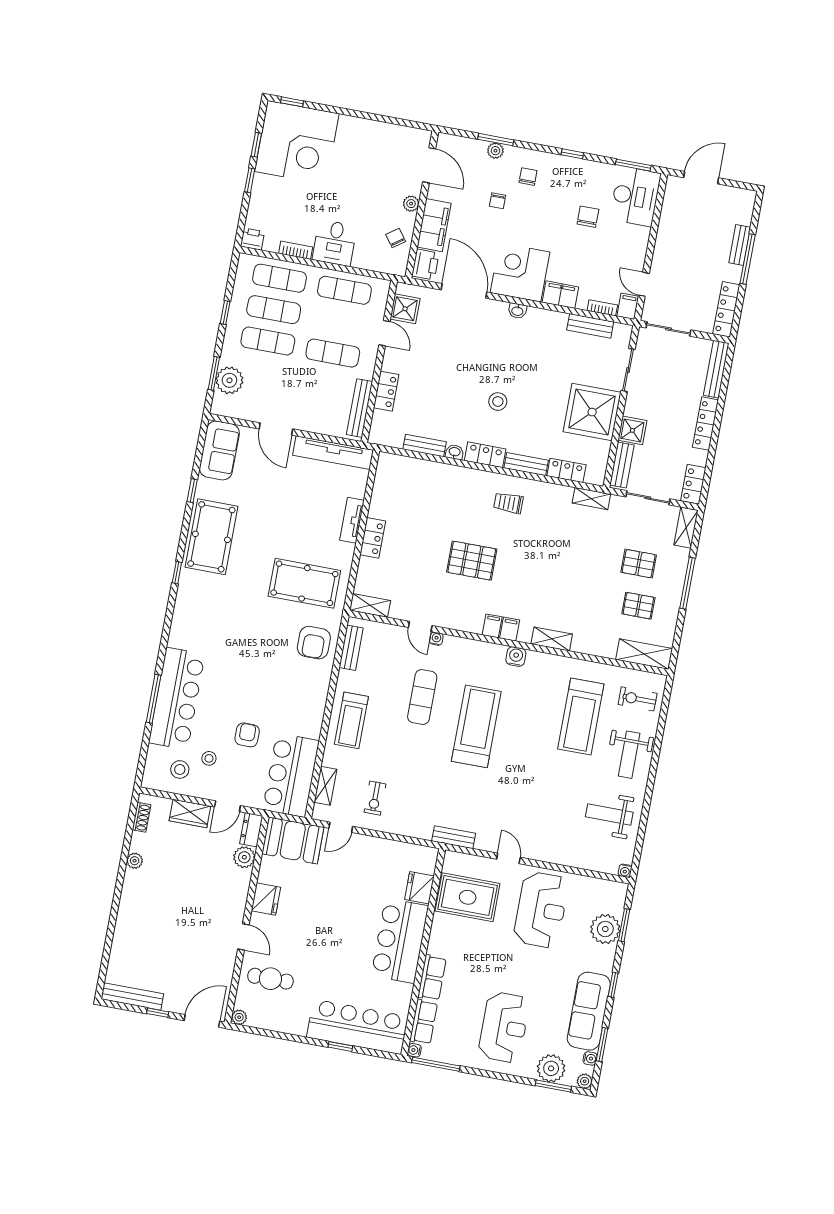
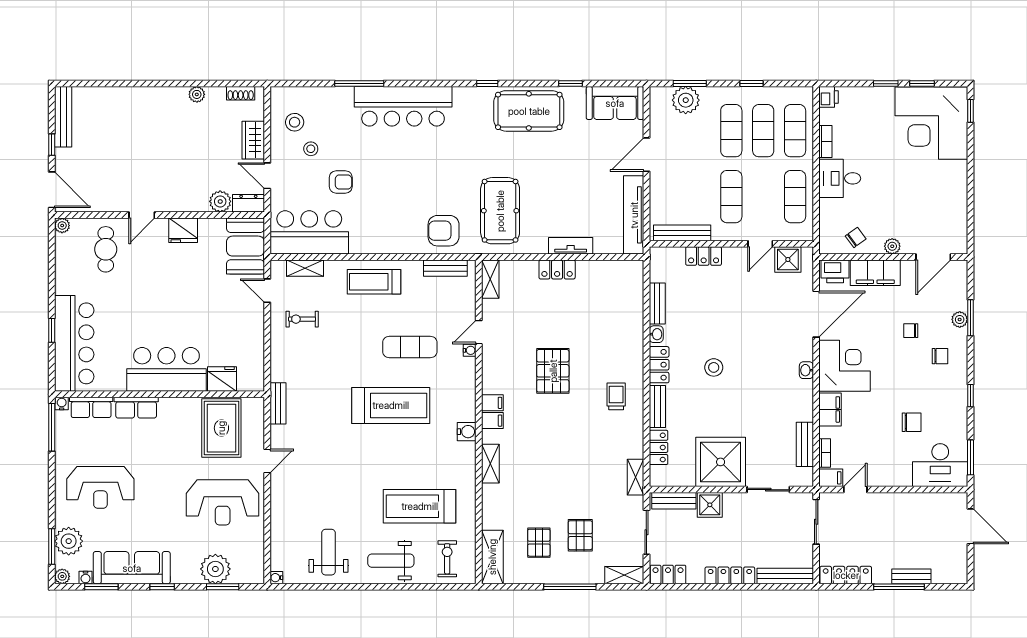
bar counter: (177, 698) -> (403, 106), moved

